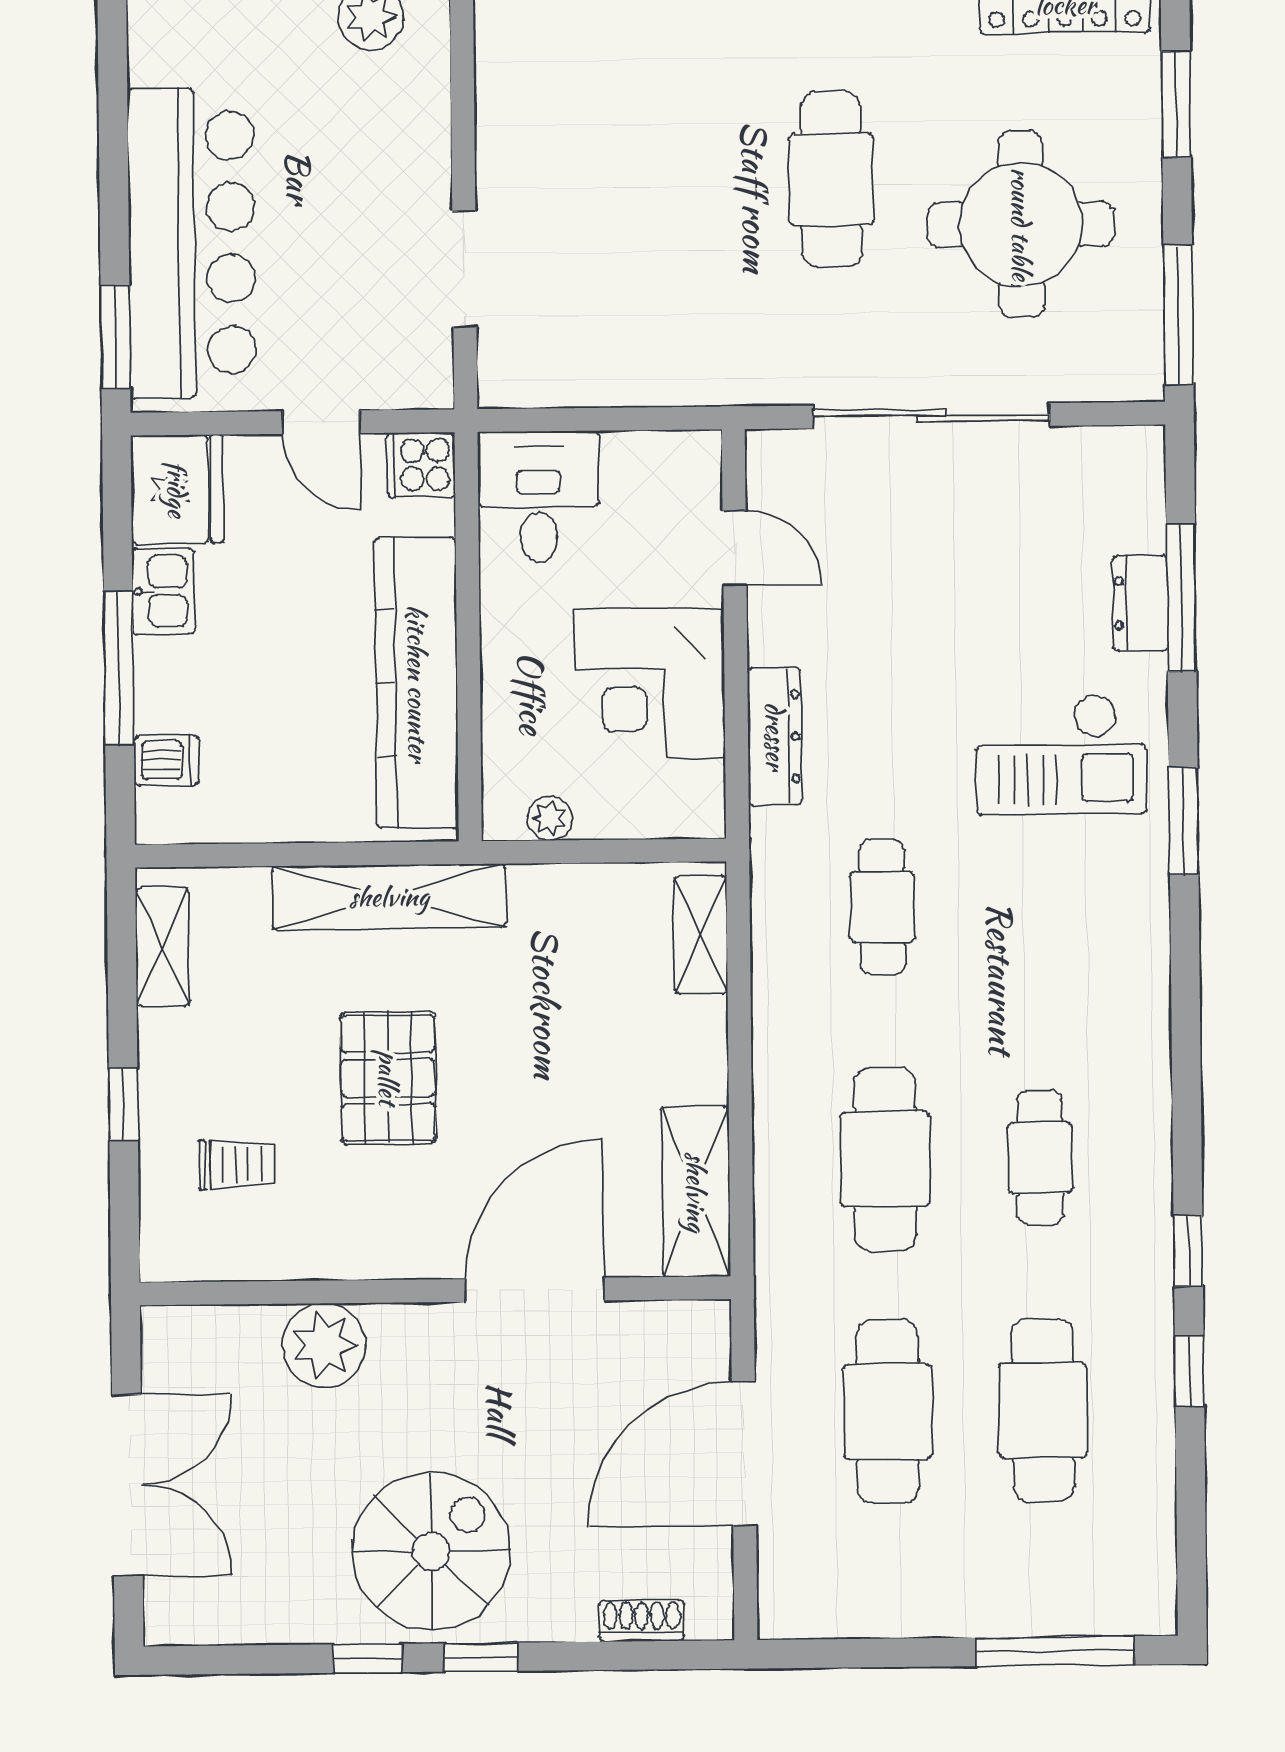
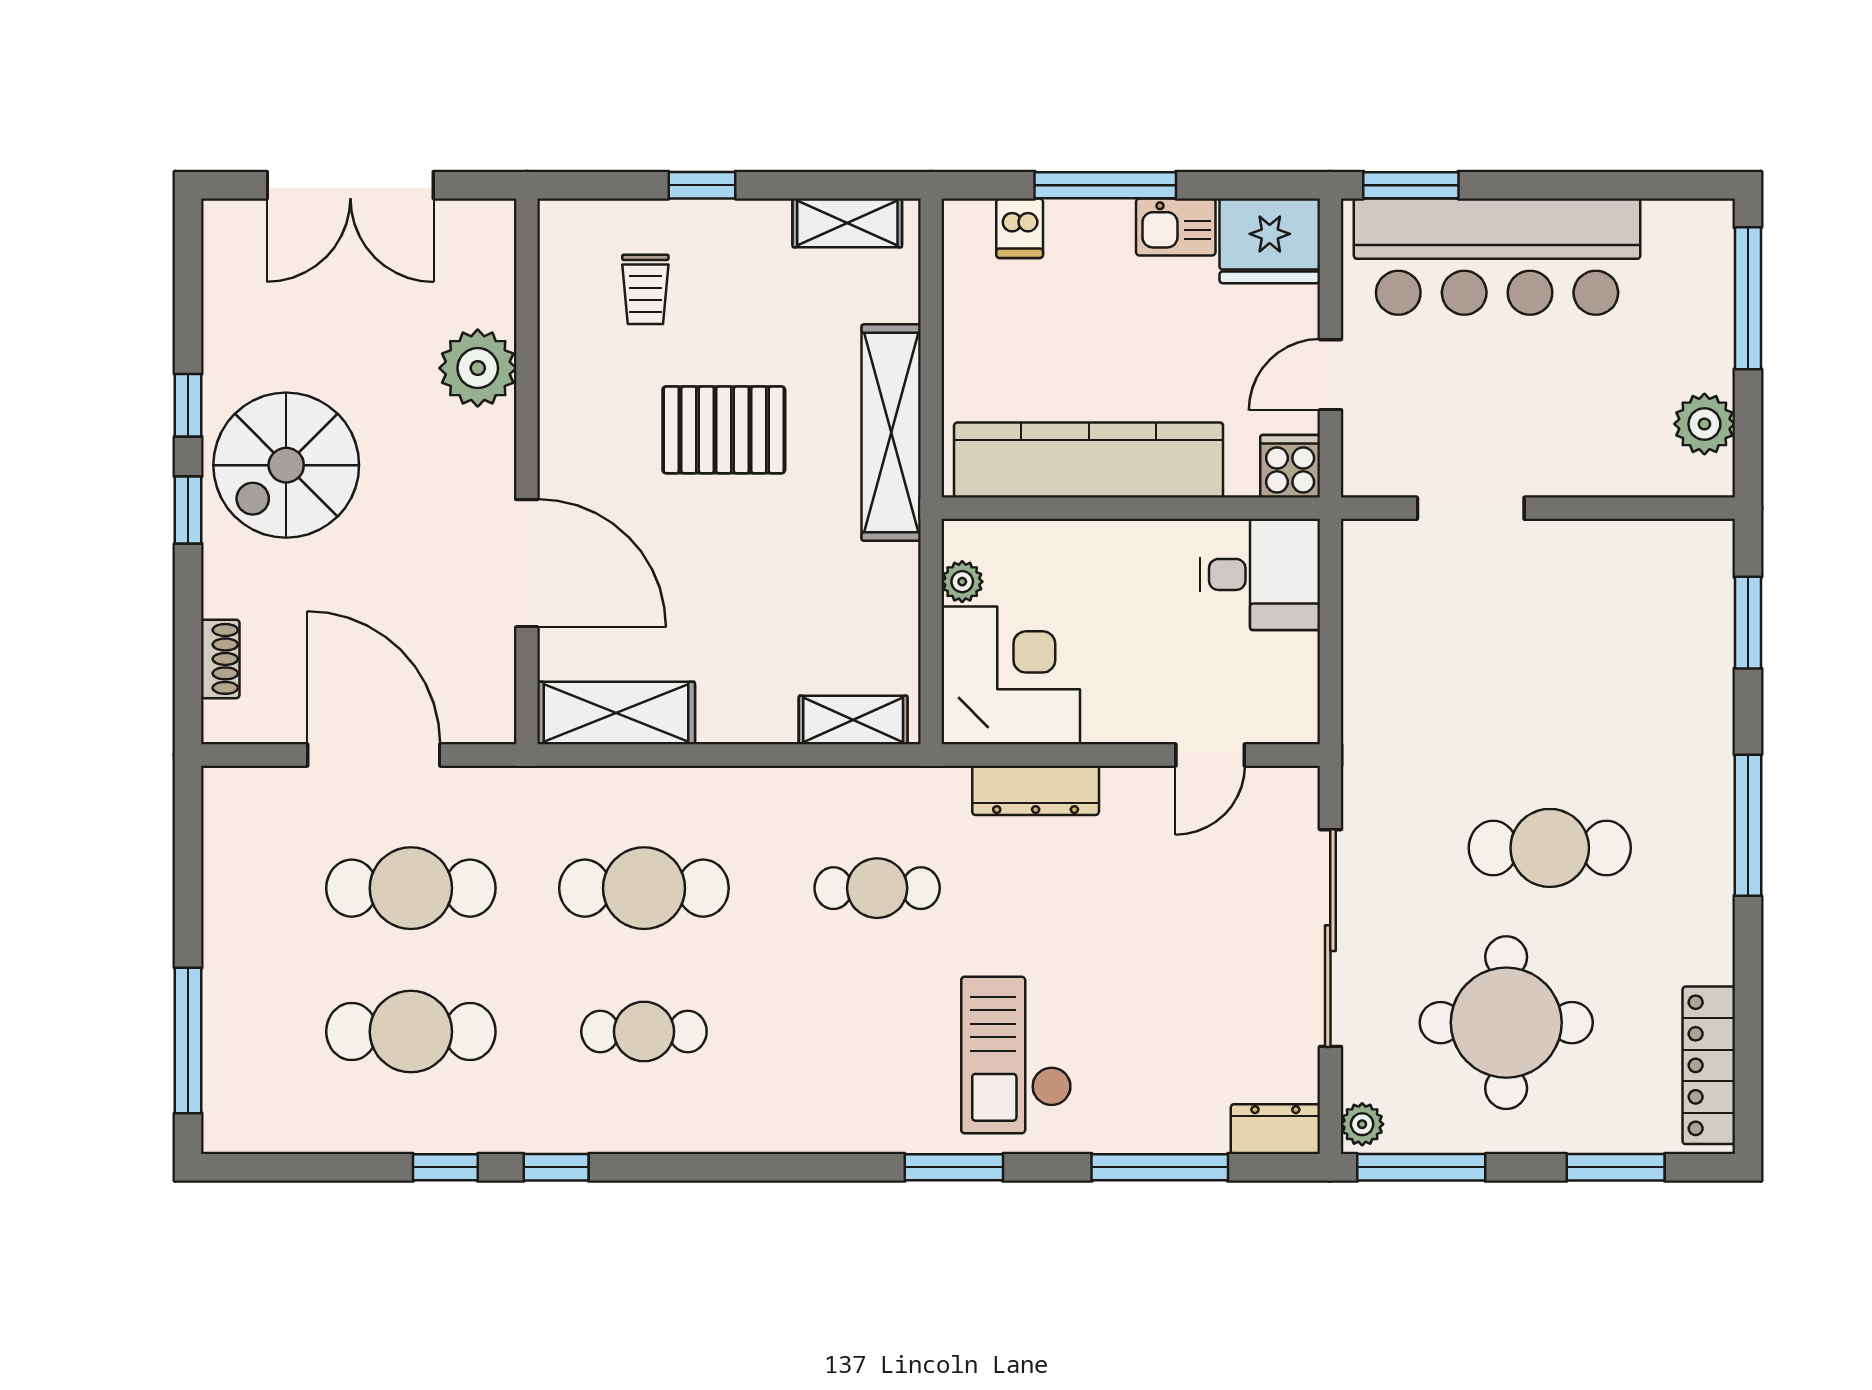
plant: (1132, 379) -> (1362, 1124), added
dresser: (1140, 603) -> (1275, 1129), moved
corner desk: (650, 683) -> (1011, 675), moved, turned 90
spiral stairs: (431, 1551) -> (286, 465), turned 90

